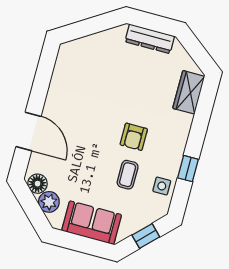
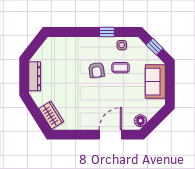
wardrobe: (189, 92) -> (51, 115), moved, turned -122
armchair: (134, 137) -> (96, 70), turned 83
plant: (49, 202) -> (150, 111), removed

